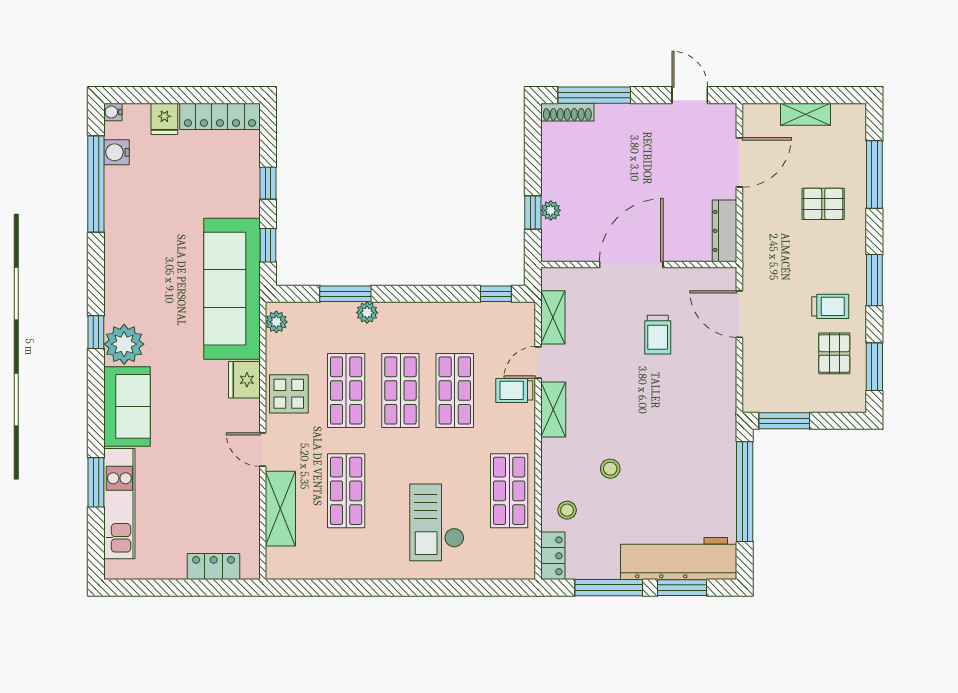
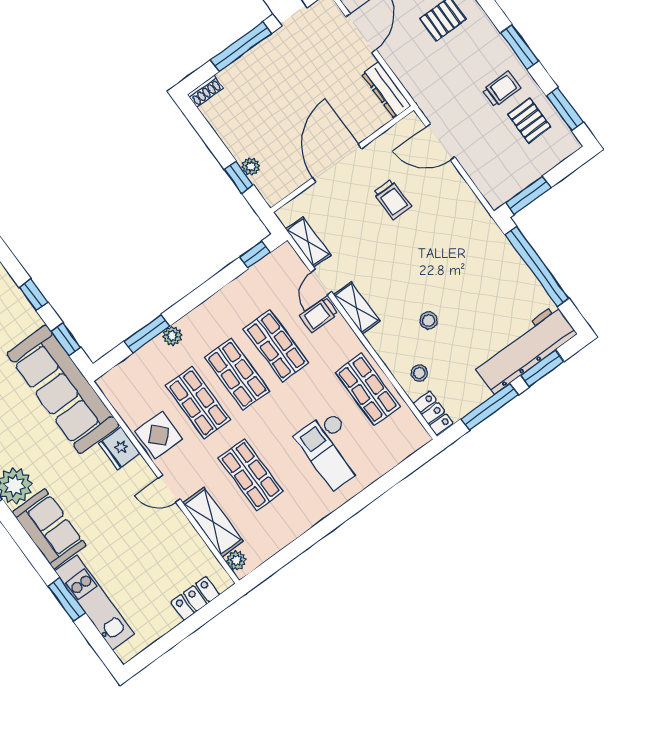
window: (594, 95) -> (241, 47), moved
shoe rack: (567, 112) -> (205, 91), width x0.70
plant: (276, 322) -> (236, 560), moved

